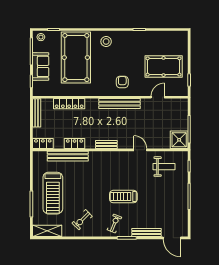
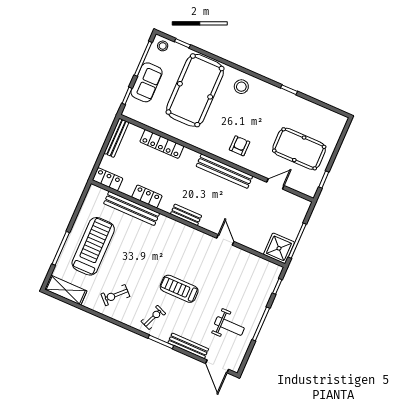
weight bench: (164, 167) -> (229, 326), moved
treadmill: (53, 193) -> (93, 246), turned 180

